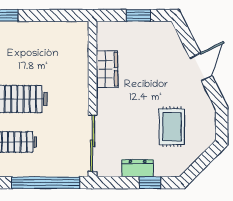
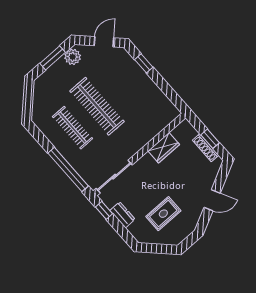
shoe rack: (143, 28) -> (206, 148), added
window: (150, 183) -> (104, 210), moved

